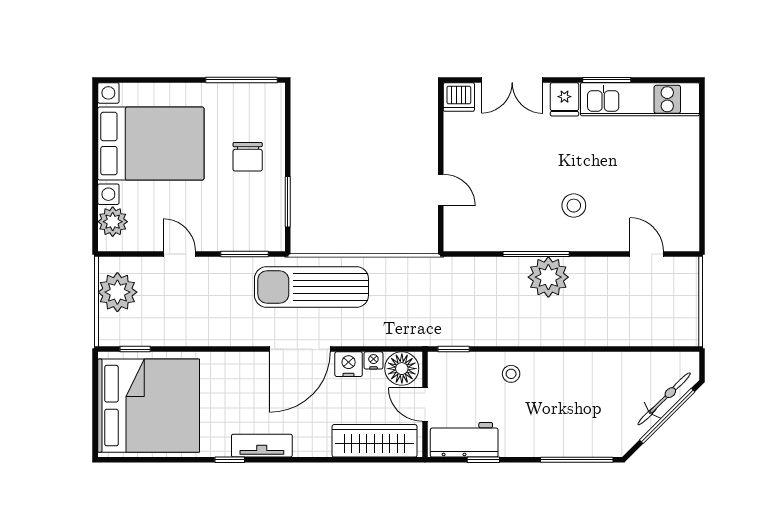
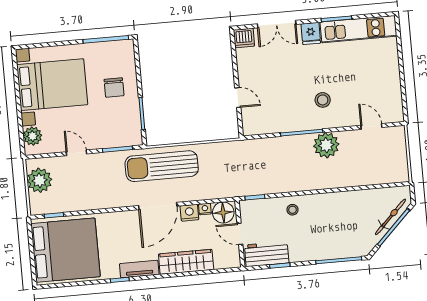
plant: (548, 277) -> (326, 145), moved
wardrobe: (375, 441) -> (186, 262), moved

